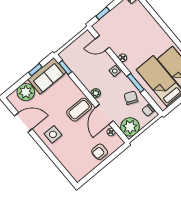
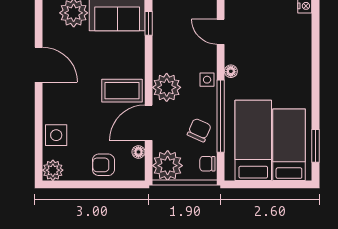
window: (136, 83) -> (221, 116), width x2.11
plant: (96, 93) -> (167, 87), width x1.87, depth x1.87
door: (23, 122) -> (39, 65), moved
side table: (53, 134) -> (56, 135), moved
plant: (78, 174) -> (53, 170), added

